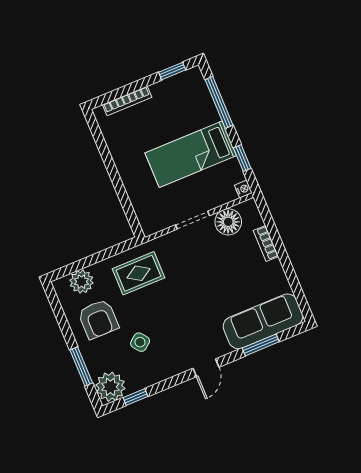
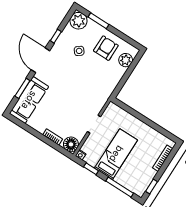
floor lamp: (228, 222) -> (71, 144), moved
rug: (138, 273) -> (102, 82), removed
armchair: (98, 319) -> (106, 48), turned 90
door: (206, 368) -> (40, 60), width x1.87
window: (136, 397) -> (56, 36), moved

